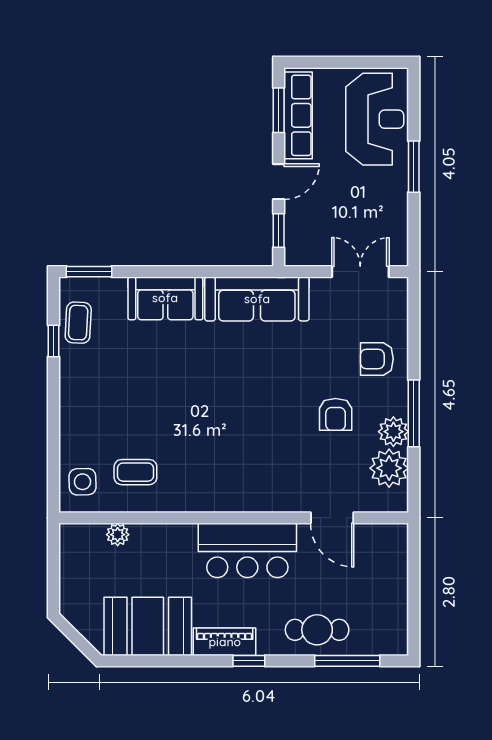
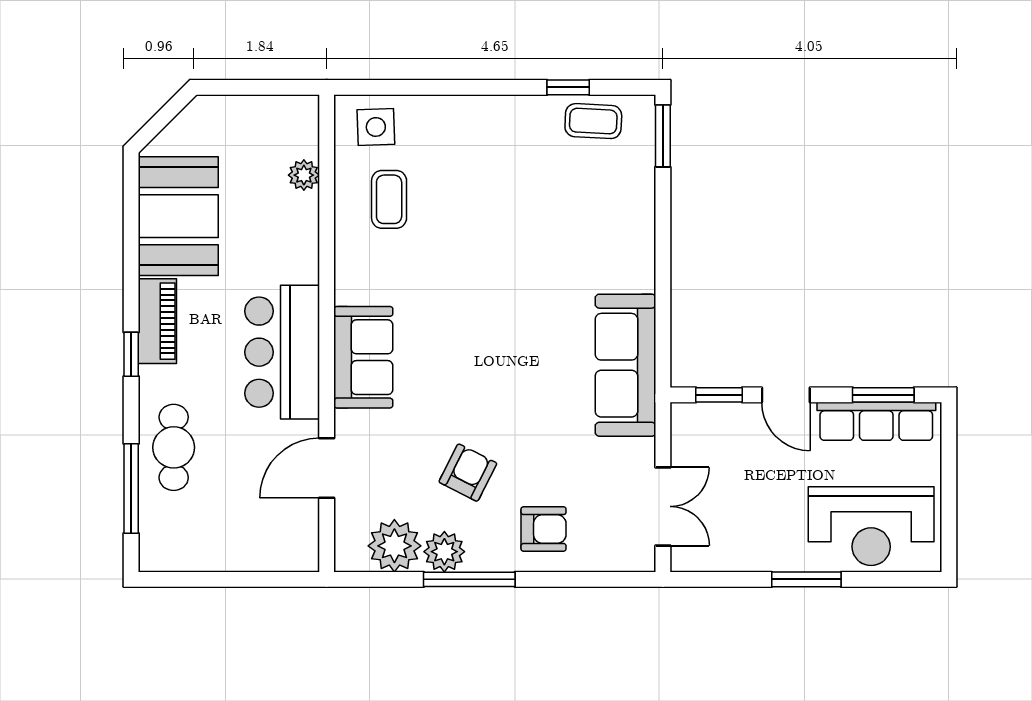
sofa: (165, 298) -> (363, 357), moved, turned 180
armchair: (377, 359) -> (544, 529), turned 90
armchair: (336, 414) -> (468, 473), turned 117

